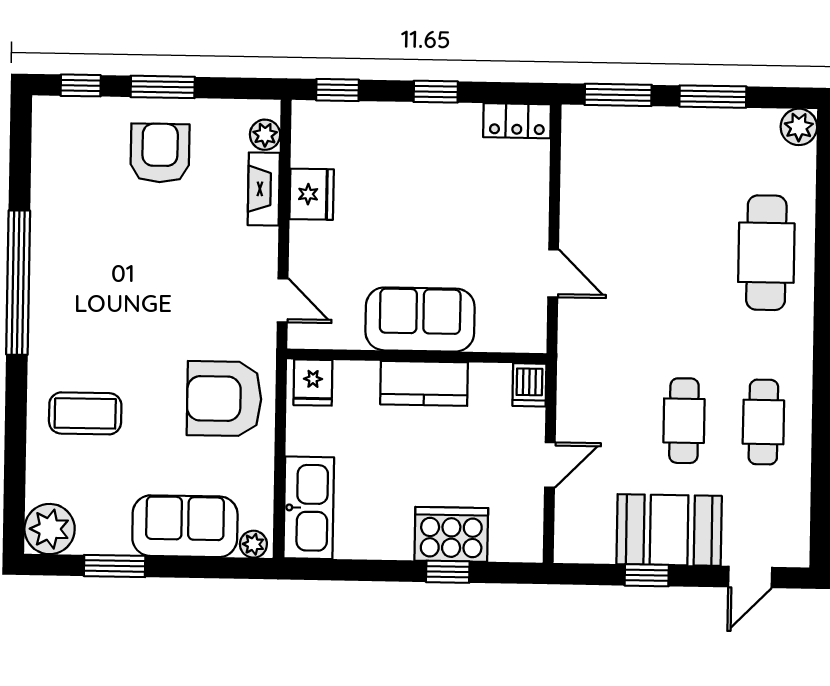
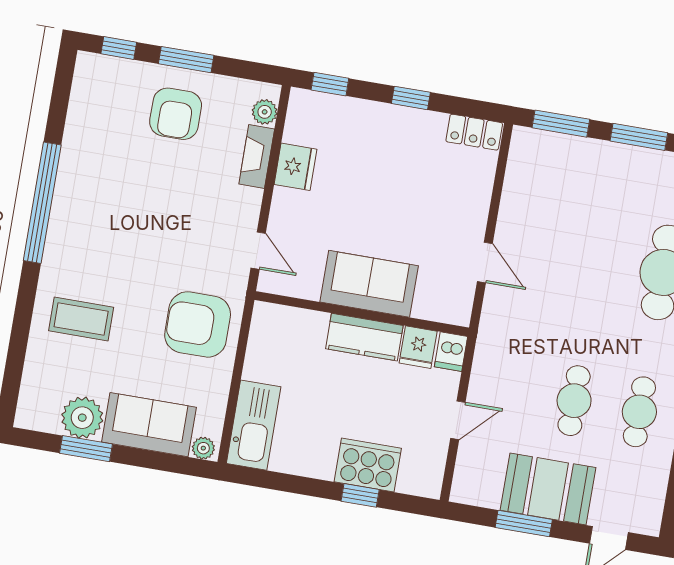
armchair: (160, 153) -> (176, 114), turned 180
fridge: (313, 383) -> (418, 347), moved
plant: (50, 529) -> (82, 418), moved
window: (647, 575) -> (524, 523), width x1.50

